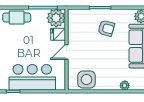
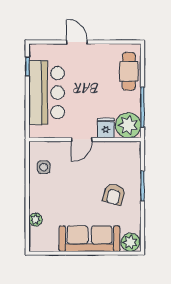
door: (66, 52) -> (82, 140), swing flipped
side table: (87, 80) -> (44, 167), width x0.54, depth x0.54

